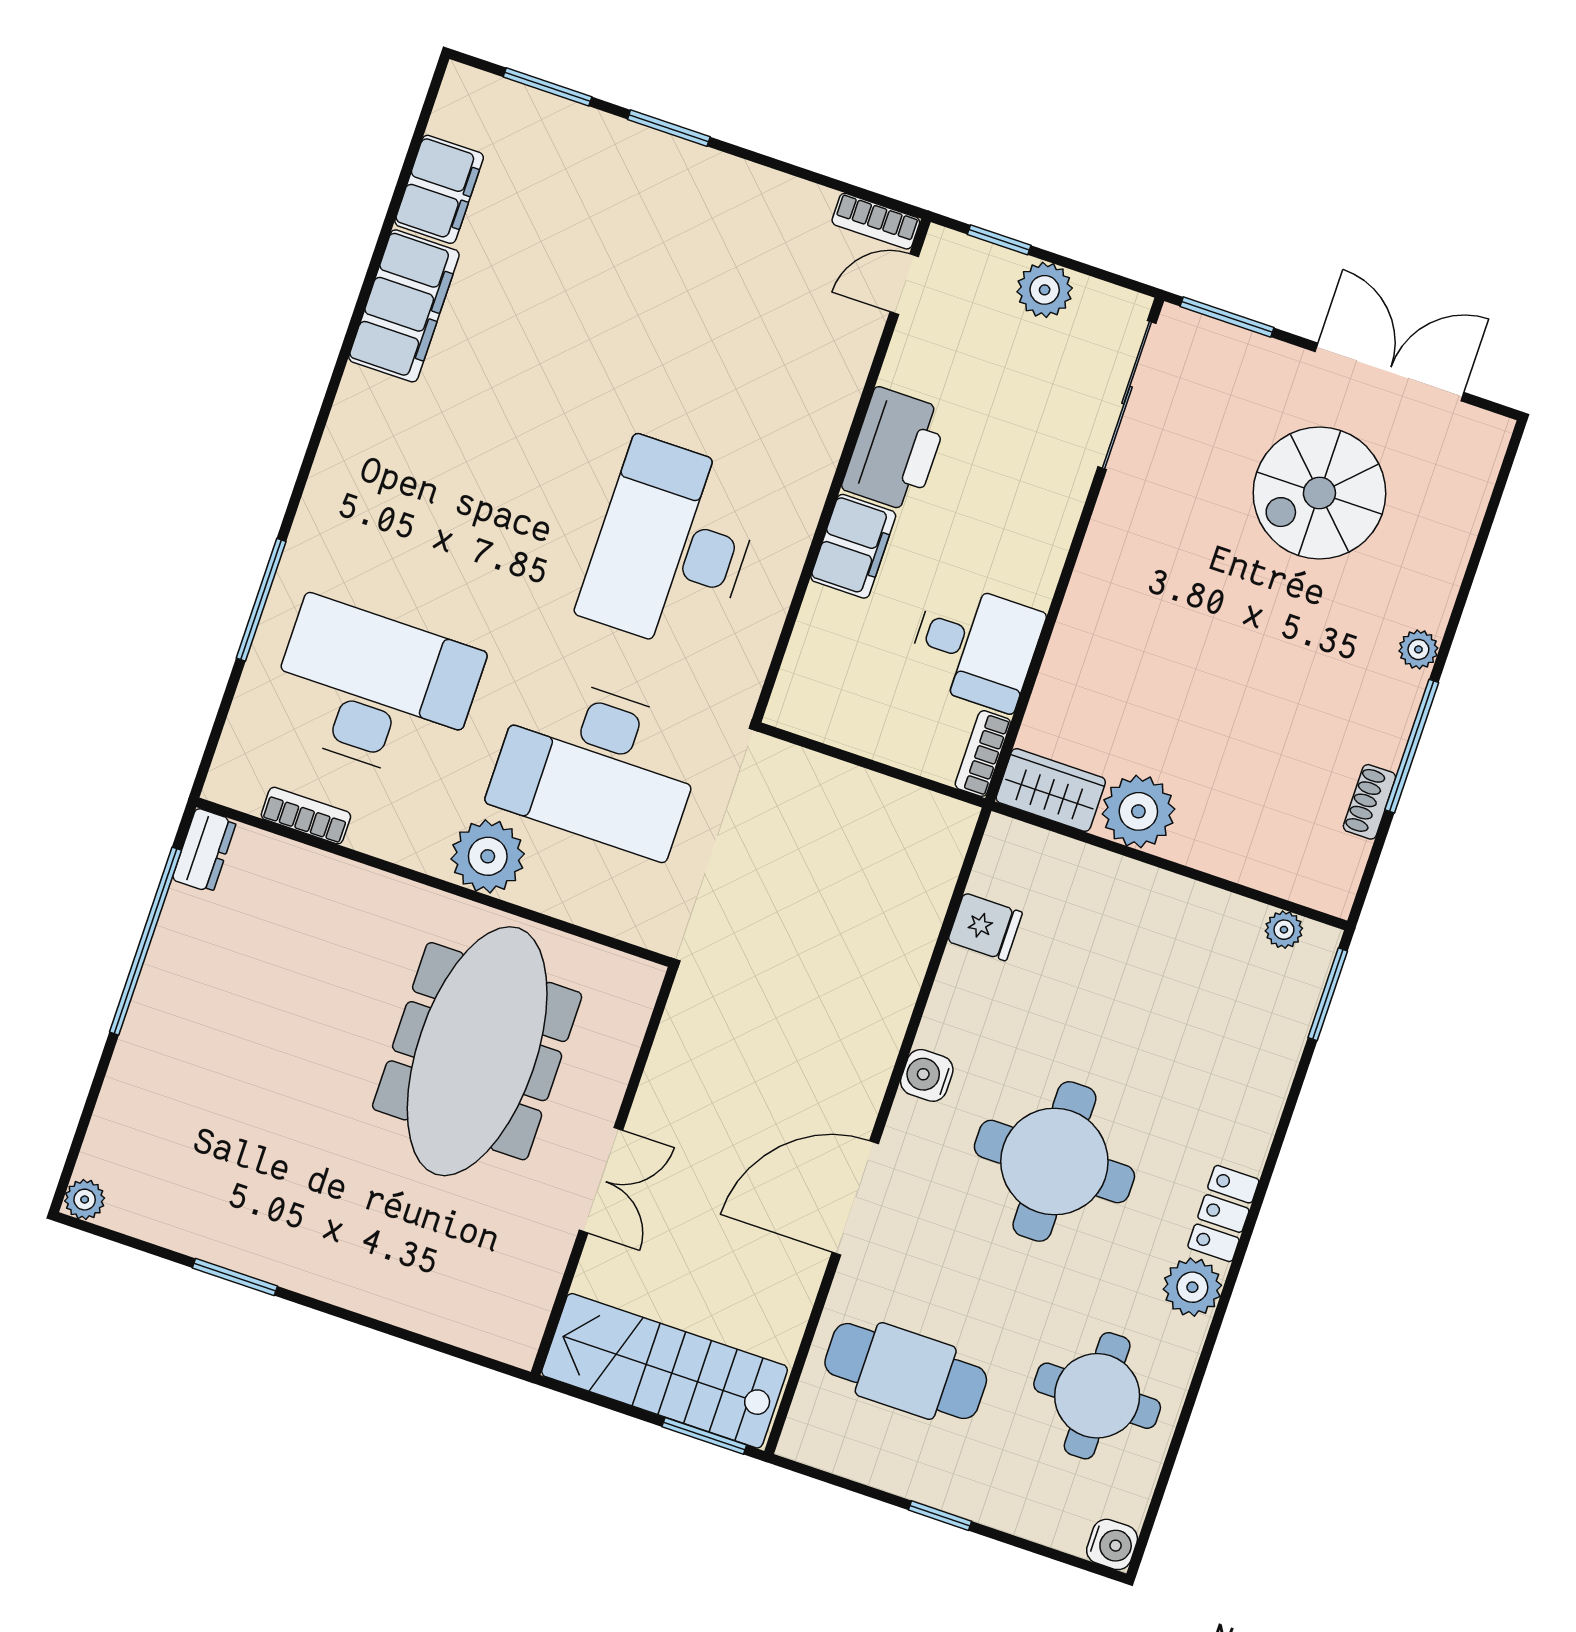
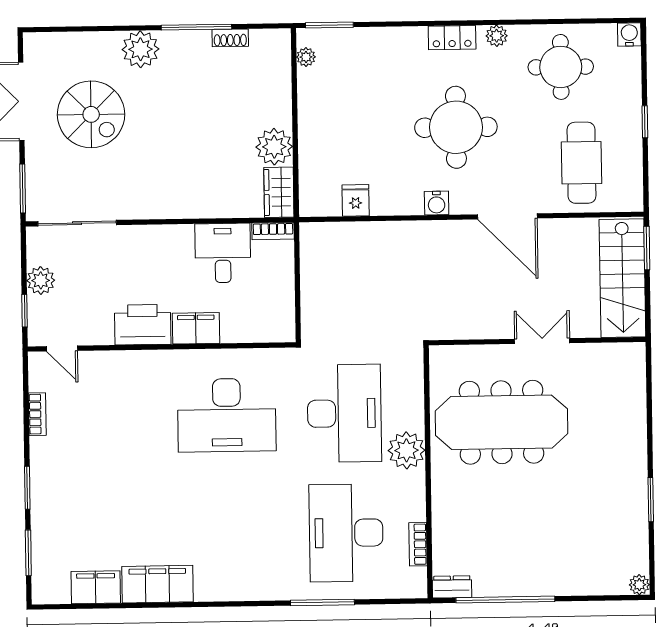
bookcase: (876, 221) -> (37, 414), moved
plant: (1418, 649) -> (140, 49), width x1.88, depth x1.88
plant: (1192, 1287) -> (497, 36), width x0.73, depth x0.73

